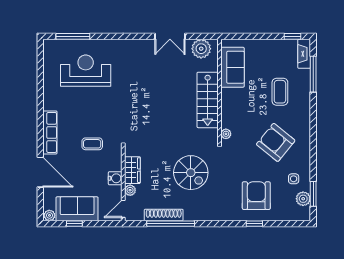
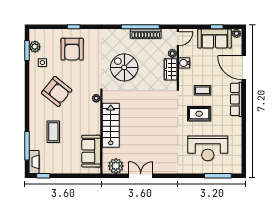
rug: (96, 114) -> (199, 114), added

